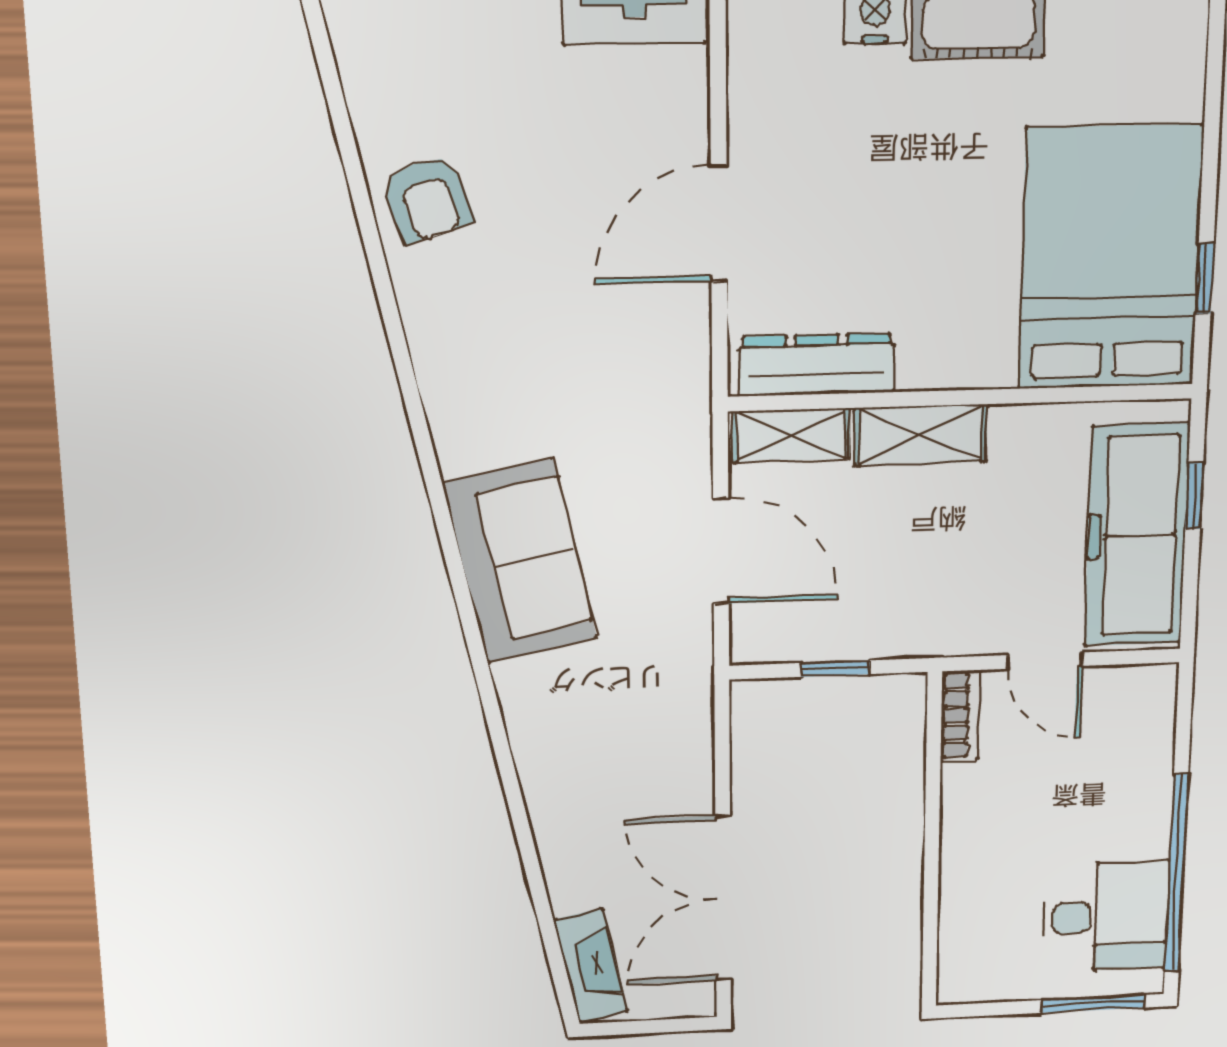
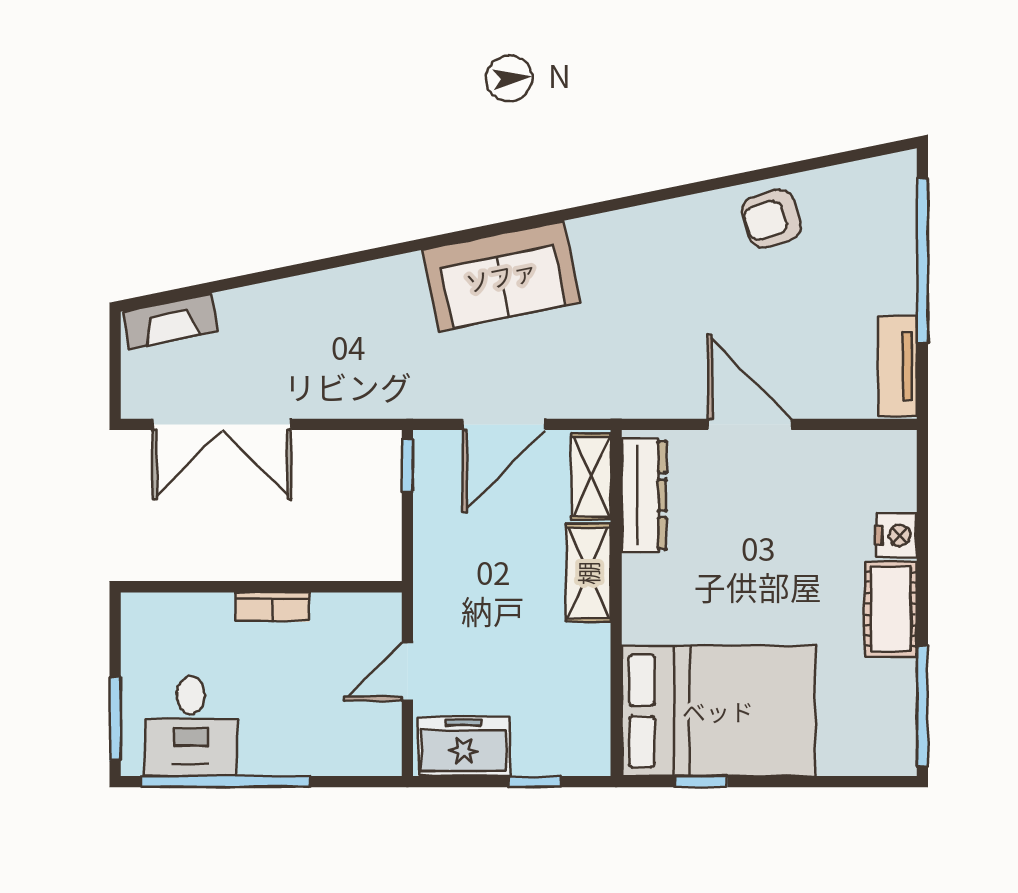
freezer: (1137, 535) -> (464, 746), width x0.52, depth x0.79
window: (835, 669) -> (407, 466), moved
bookcase: (960, 716) -> (272, 607), moved
double door: (723, 898) -> (222, 424), swing flipped

